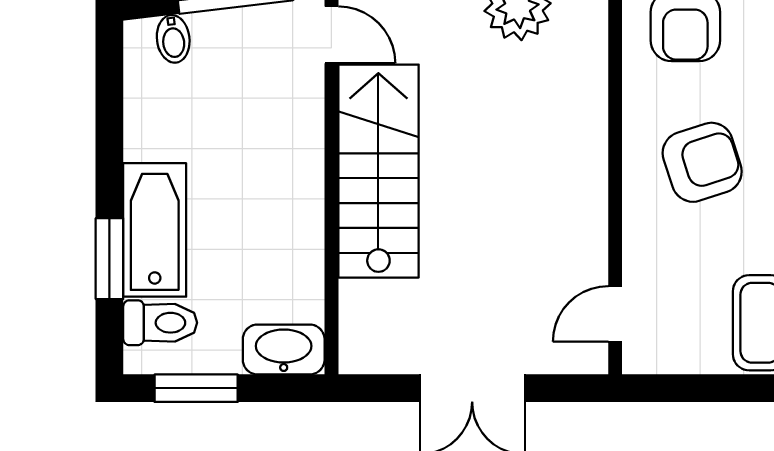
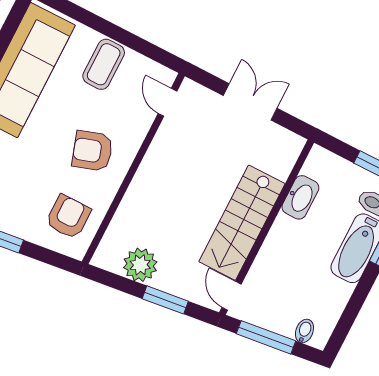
door: (615, 314) -> (168, 102), swing flipped
washbasin: (284, 349) -> (300, 197), moved, turned -90

